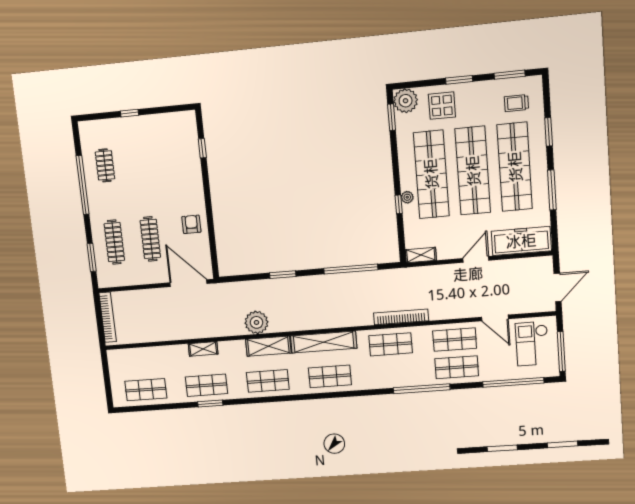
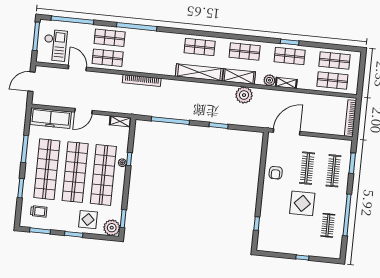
display table: (146, 189) -> (302, 203), added
door: (189, 283) -> (287, 132), swing flipped
shop shelf: (391, 344) -> (332, 81), moved
plant: (226, 348) -> (269, 80), added

